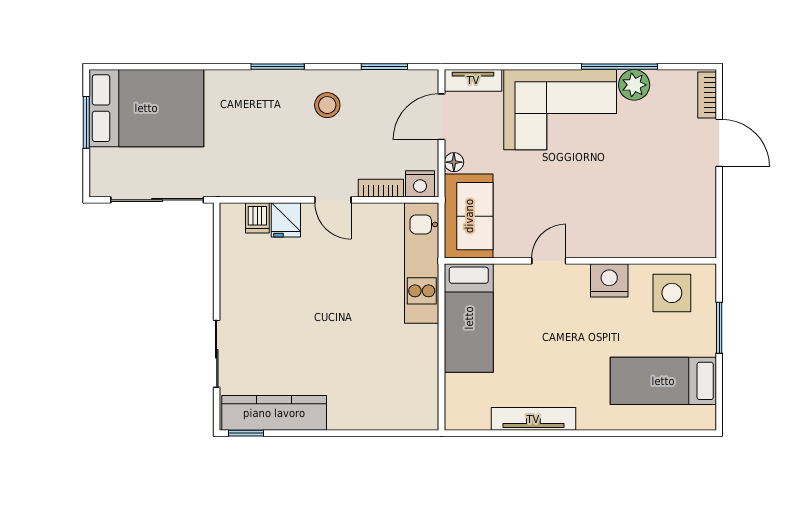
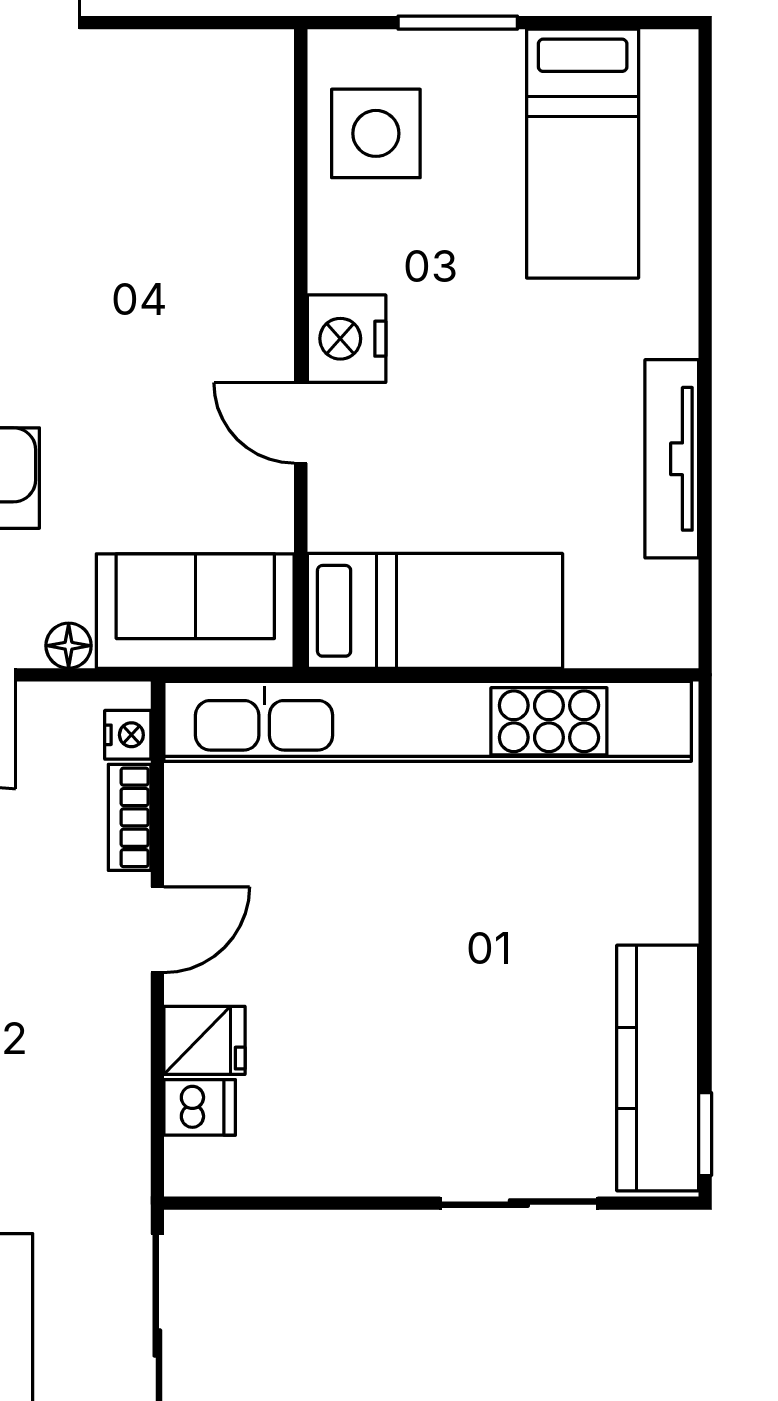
nightstand: (420, 184) -> (128, 735), width x0.72, depth x0.74
kitchen unit: (422, 263) -> (428, 721), width x1.86
nightstand: (609, 280) -> (347, 339), moved

